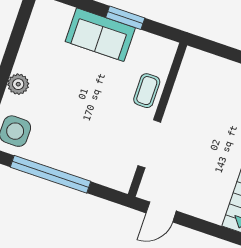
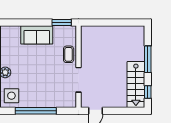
window: (125, 18) -> (62, 23), moved

